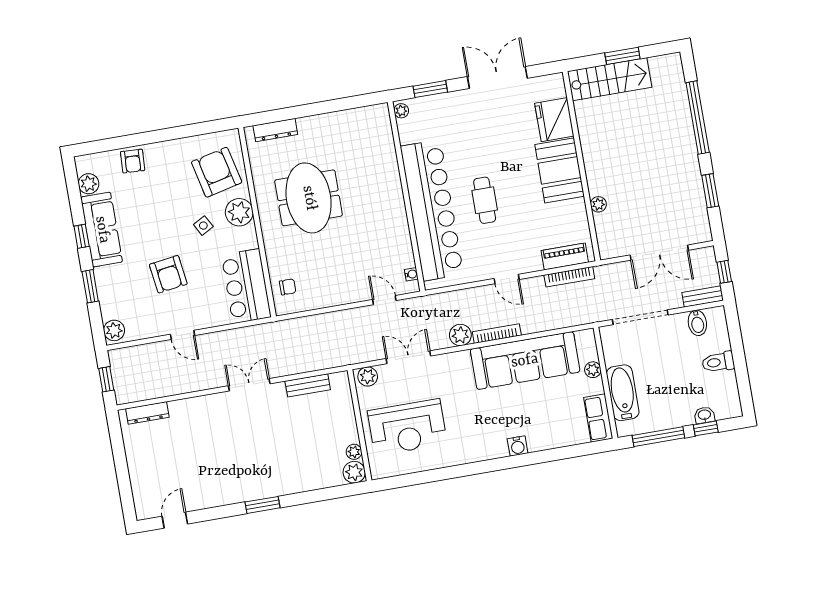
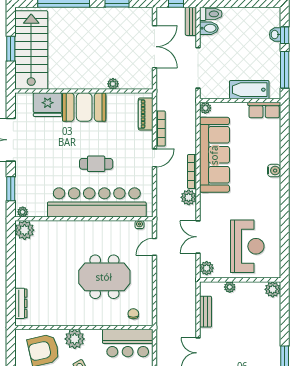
stairs: (610, 79) -> (31, 50), width x1.36, depth x1.51
plant: (377, 118) -> (25, 230), added
meeting table: (309, 198) -> (104, 277), moved
bookcase: (569, 277) -> (161, 129), moved
toilet: (718, 362) -> (211, 14), moved, turned -90
plant: (593, 370) -> (205, 108), moved
plant: (354, 452) -> (230, 287), moved

